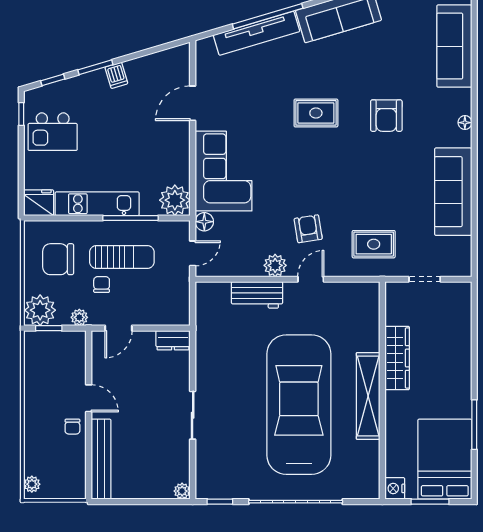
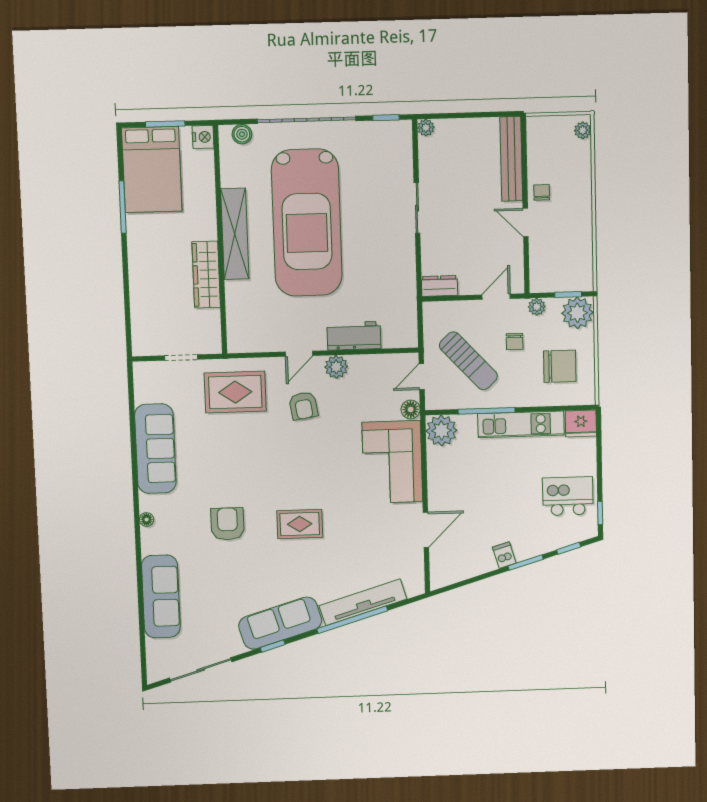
rug: (374, 244) -> (235, 392), width x1.36, depth x1.43
sun lounger: (122, 257) -> (468, 361), moved, turned -133
boiler: (358, 490) -> (242, 134), added

